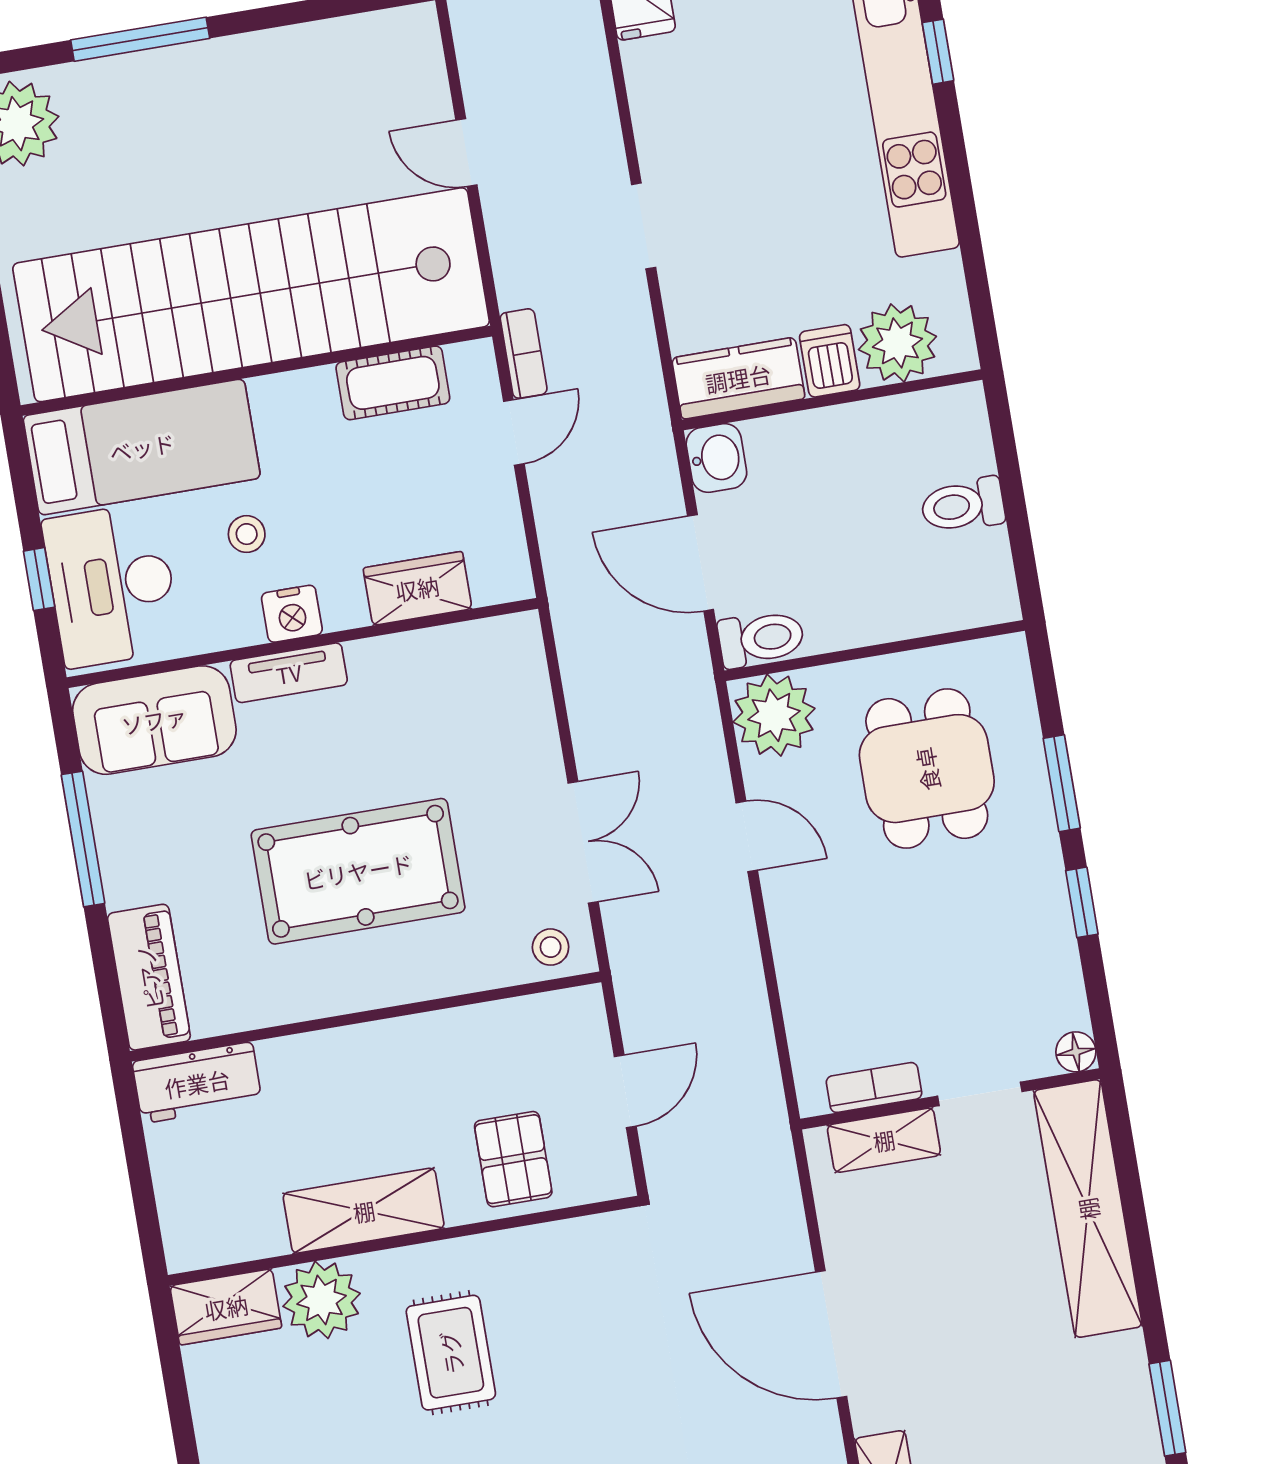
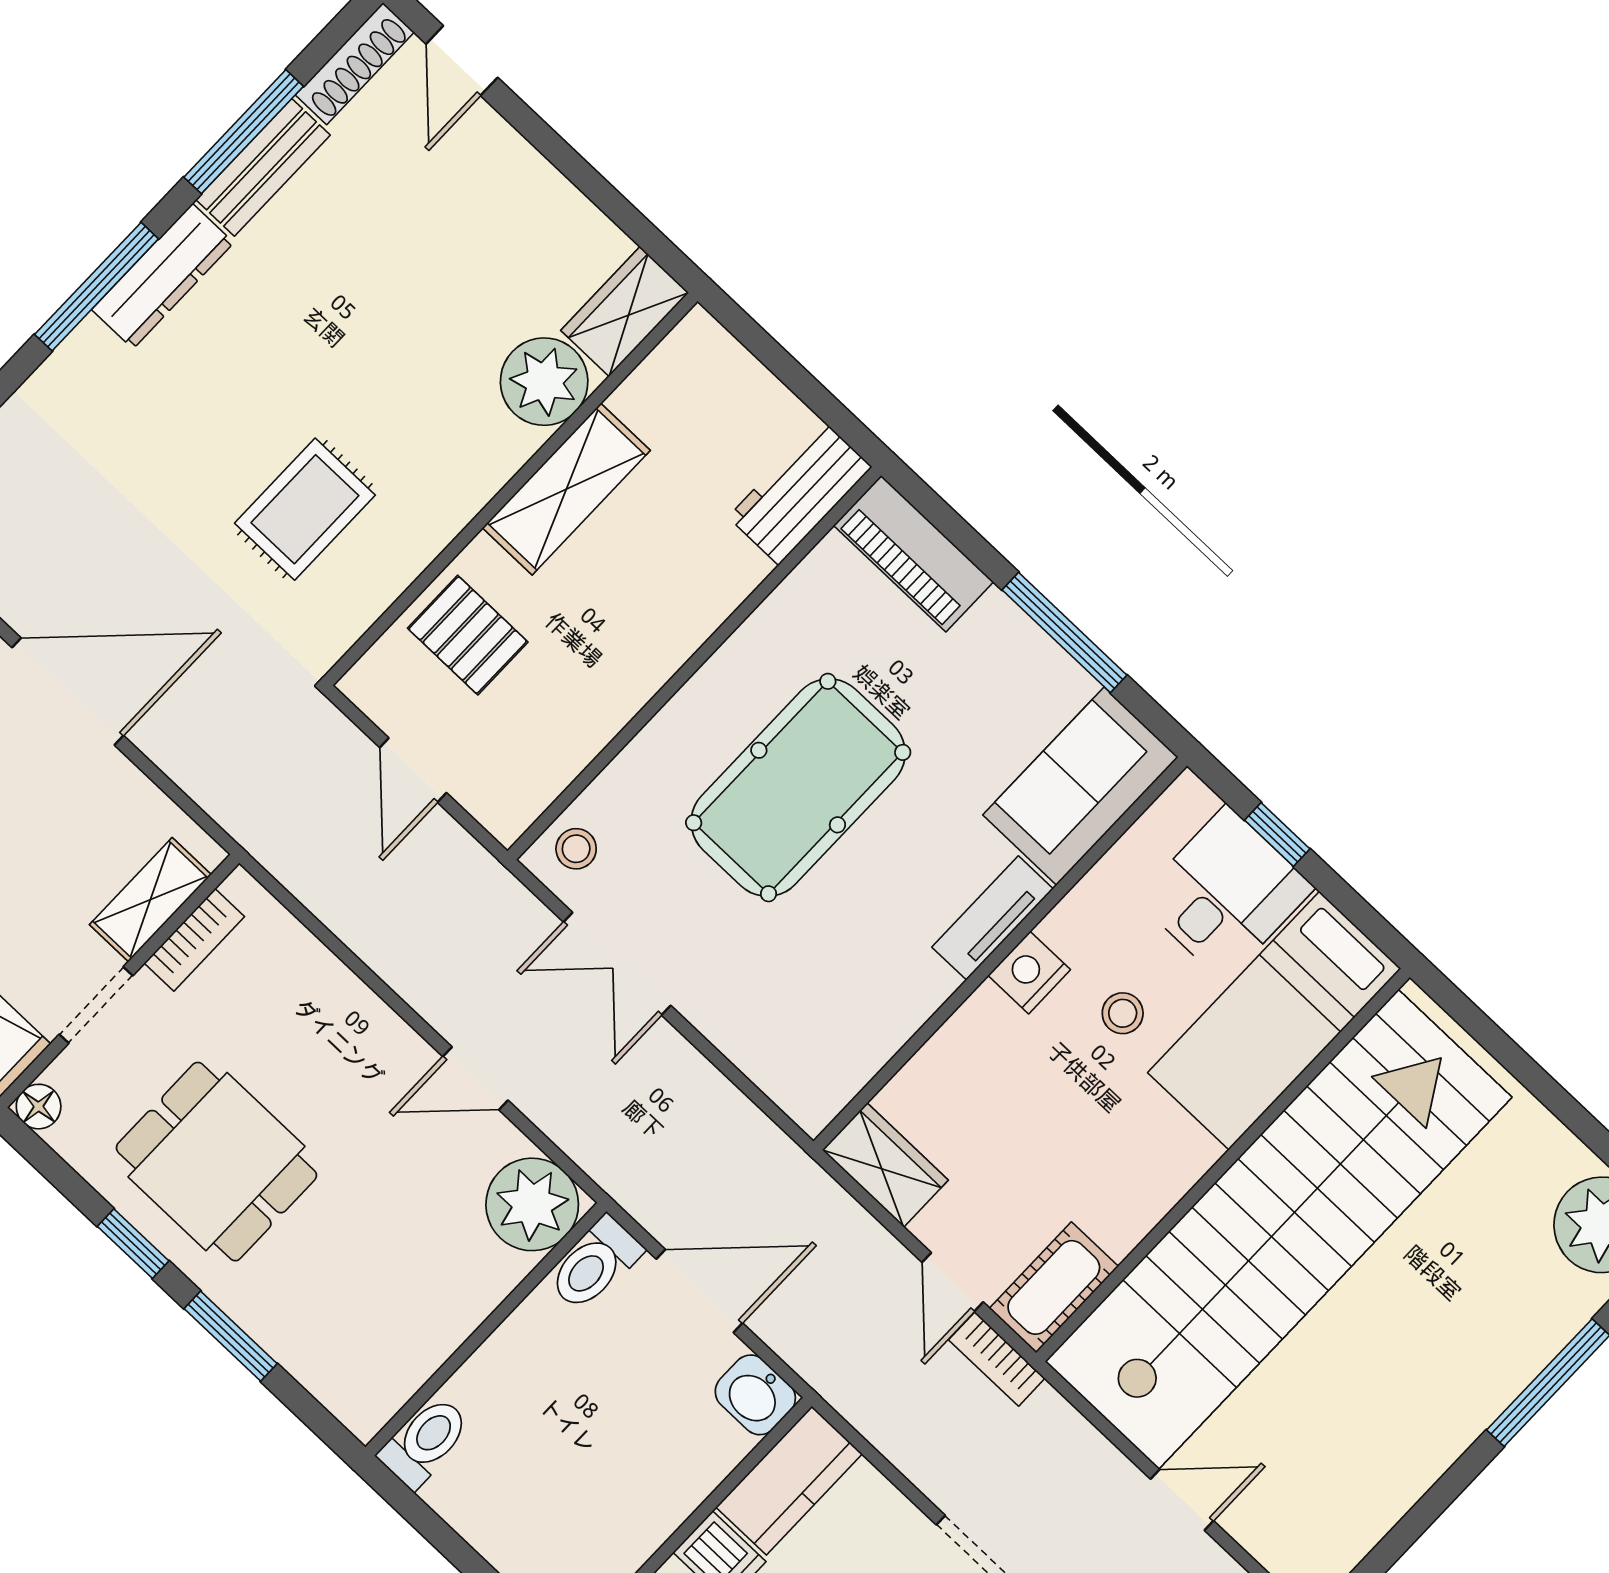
cot: (393, 383) -> (1054, 1287), moved
toilet: (963, 505) -> (425, 1442), moved
desk: (112, 585) -> (1225, 894), width x0.73
wardrobe: (417, 588) -> (885, 1165), moved, turned -90
dining table: (927, 769) -> (216, 1162), moved
rug: (451, 1353) -> (305, 509), moved, turned 90

